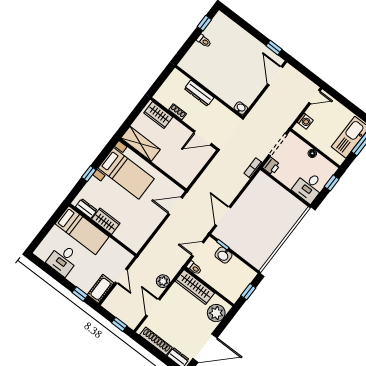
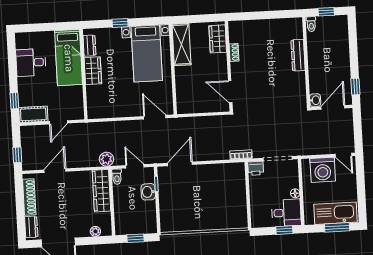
wall: (209, 92) -> (306, 62), moved
dresser: (199, 93) -> (298, 55), moved
washbasin: (241, 108) -> (315, 100), moved
washing machine: (305, 121) -> (323, 170), width x1.89, depth x1.89
desk: (309, 187) -> (286, 213), moved, turned 180
plant: (163, 281) -> (106, 159), moved
plant: (216, 313) -> (95, 231), width x0.53, depth x0.53

